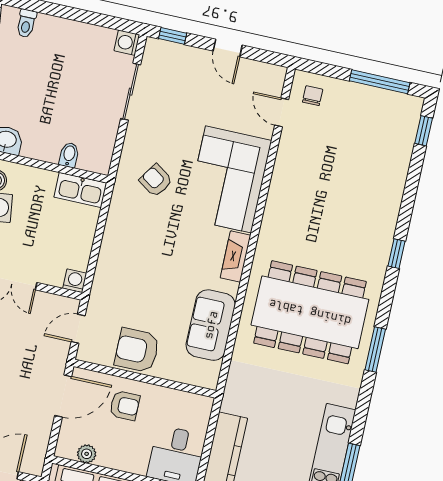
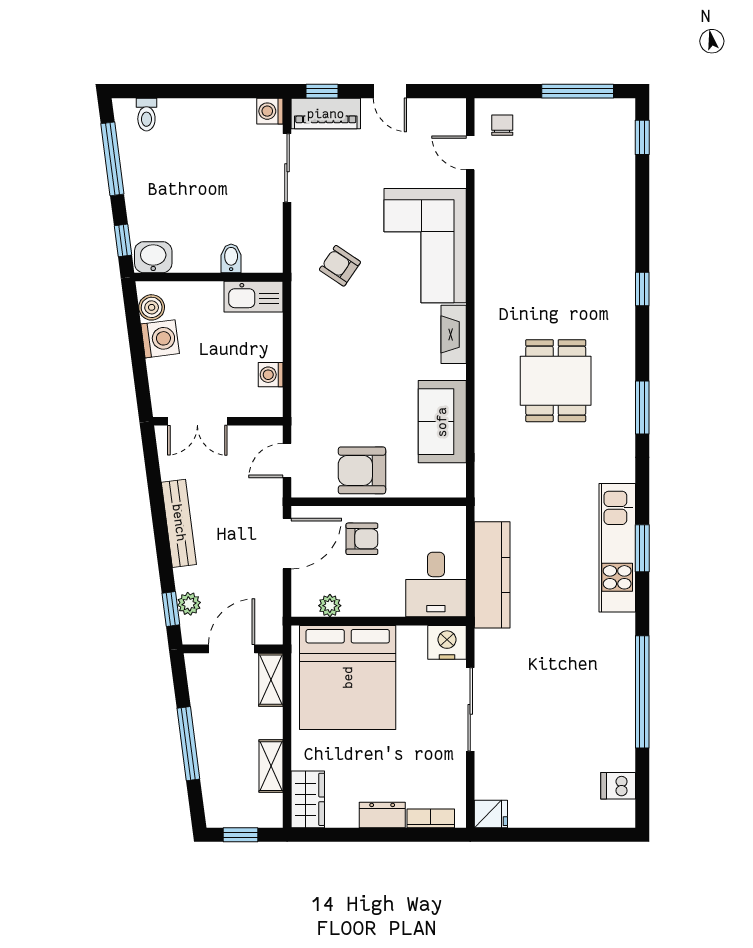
piano: (172, 55) -> (326, 114), added
washing machine: (75, 281) -> (271, 375), moved, turned -90
dining table: (310, 312) -> (556, 381), width x0.53, depth x0.80

